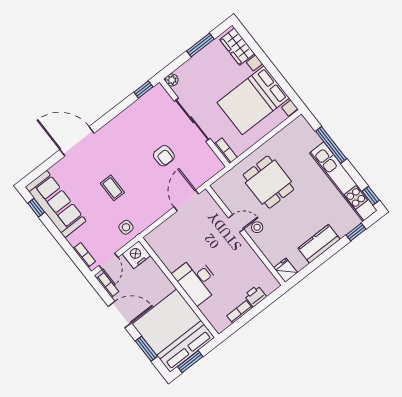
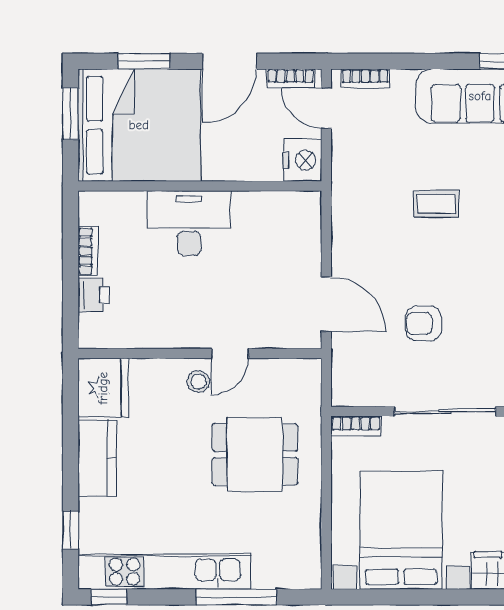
side table: (126, 227) -> (358, 177), removed
fridge: (286, 270) -> (103, 388), width x1.88, depth x1.34

